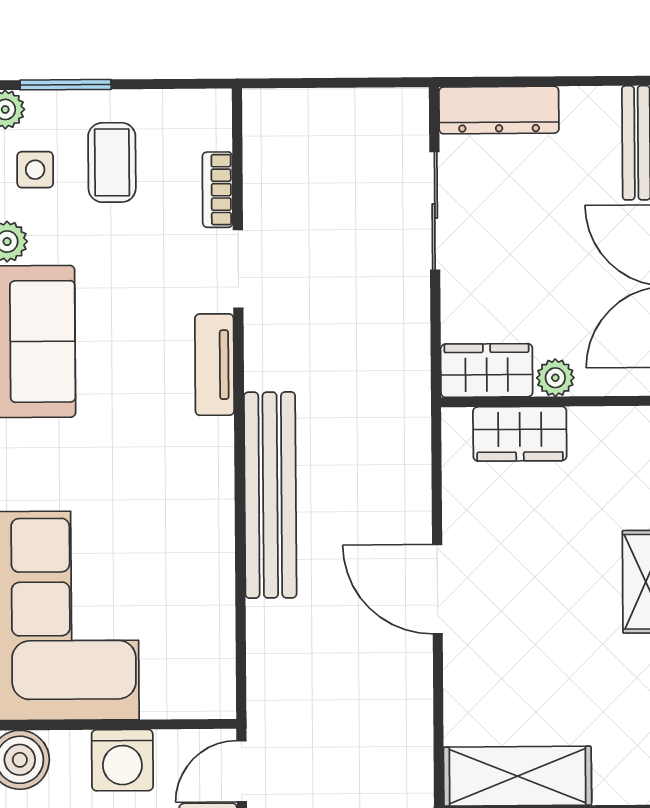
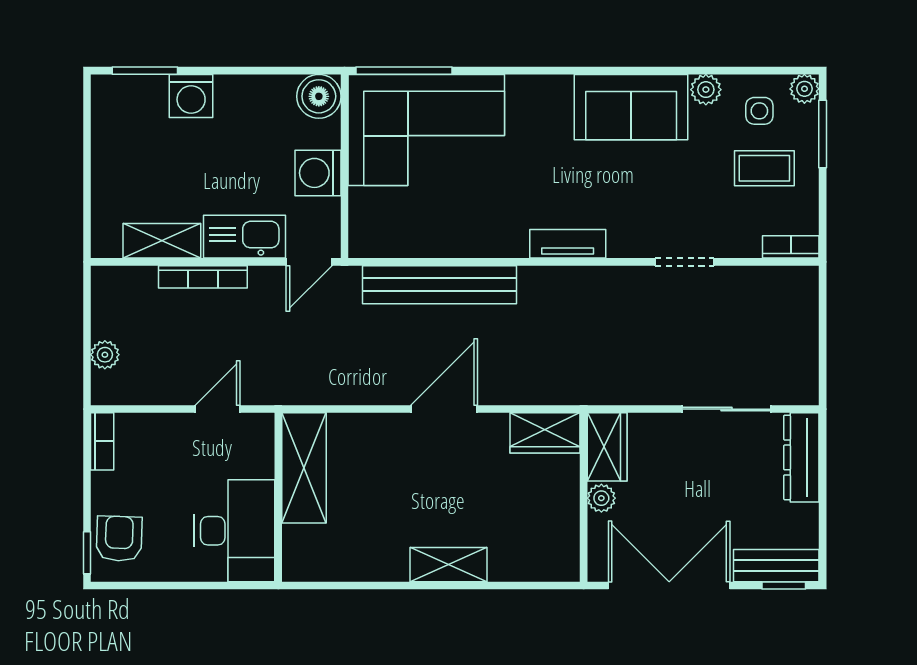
bookcase: (218, 190) -> (791, 247), moved
tv unit: (215, 365) -> (568, 244), moved
wardrobe: (520, 434) -> (545, 433), moved, turned -90
bench: (270, 495) -> (440, 285), moved
door: (242, 771) -> (309, 262), swing flipped

